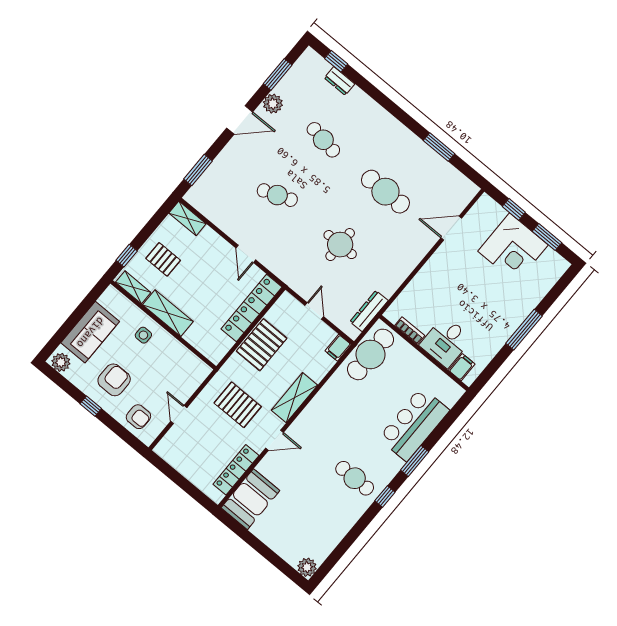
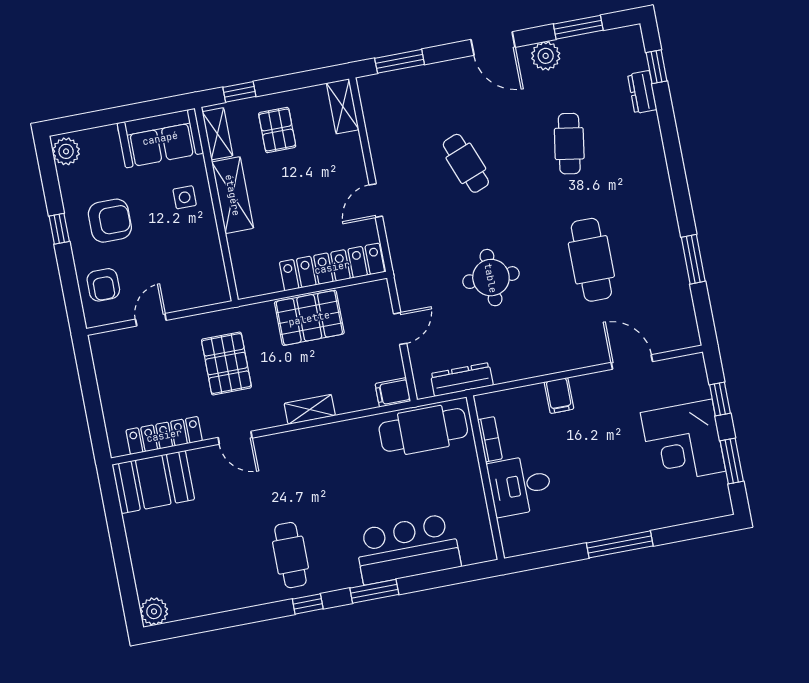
sofa: (90, 332) -> (160, 138), moved
filing cabinet: (462, 367) -> (559, 395), moved, turned 90
shelving: (294, 398) -> (310, 409), width x0.67, depth x0.75

